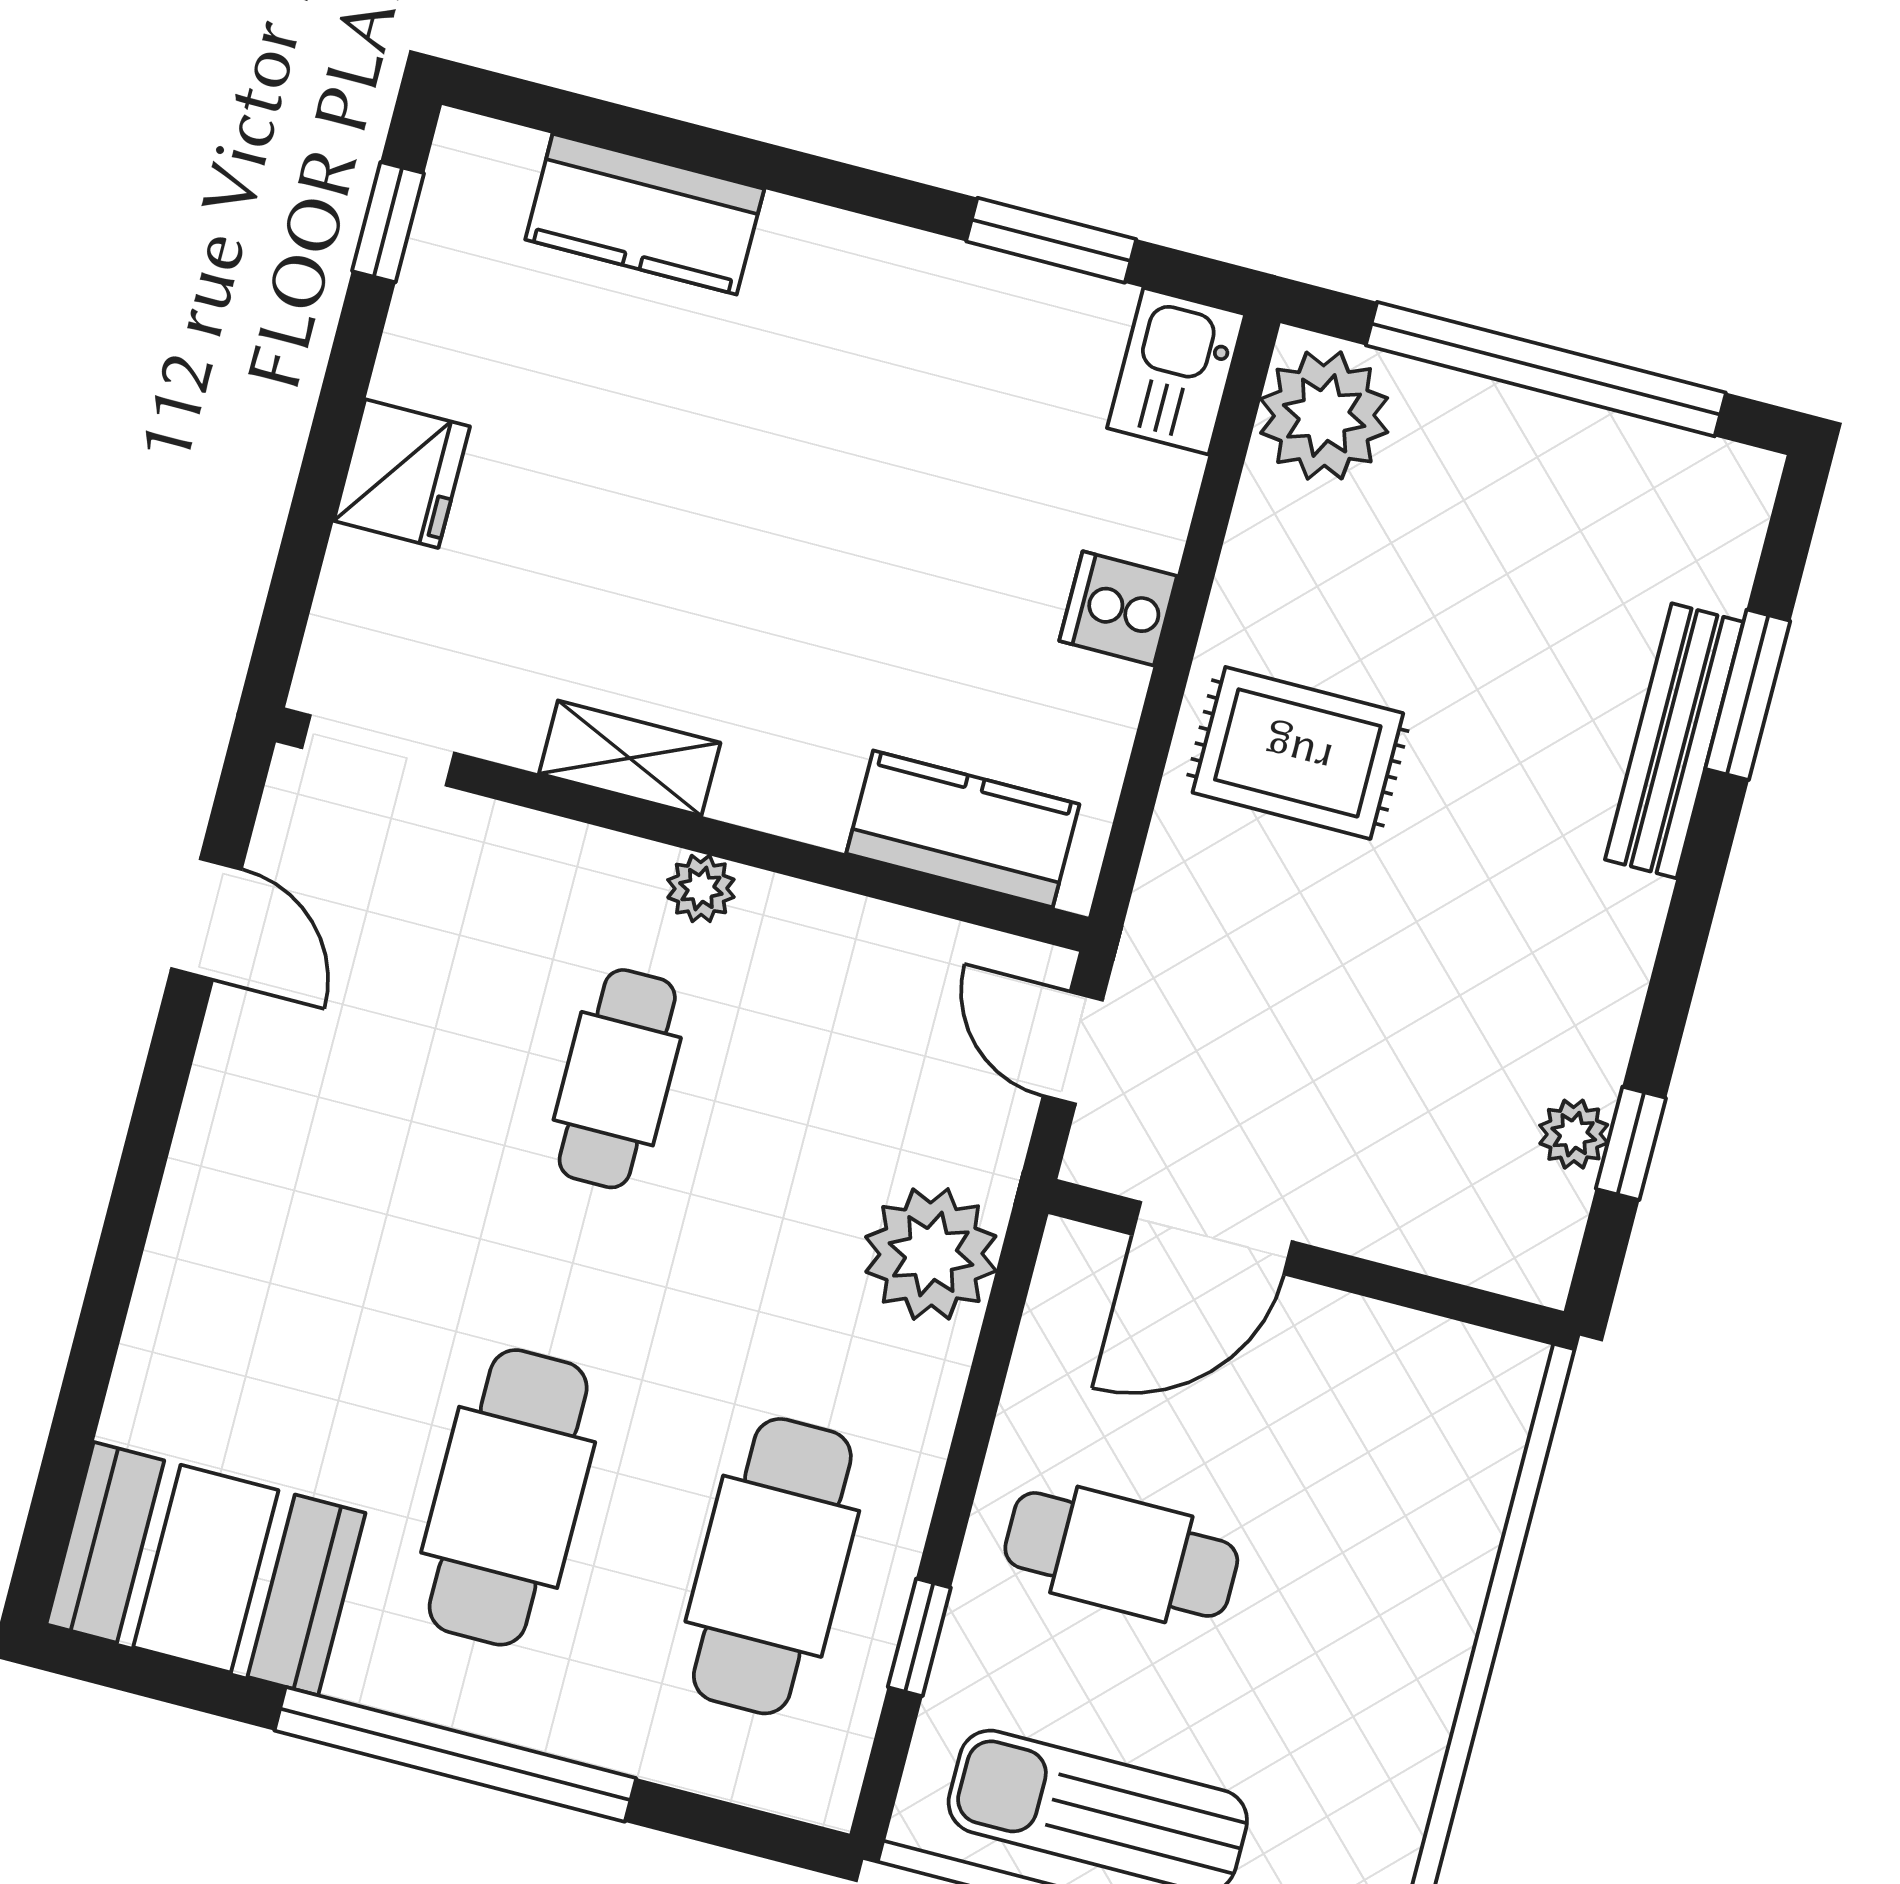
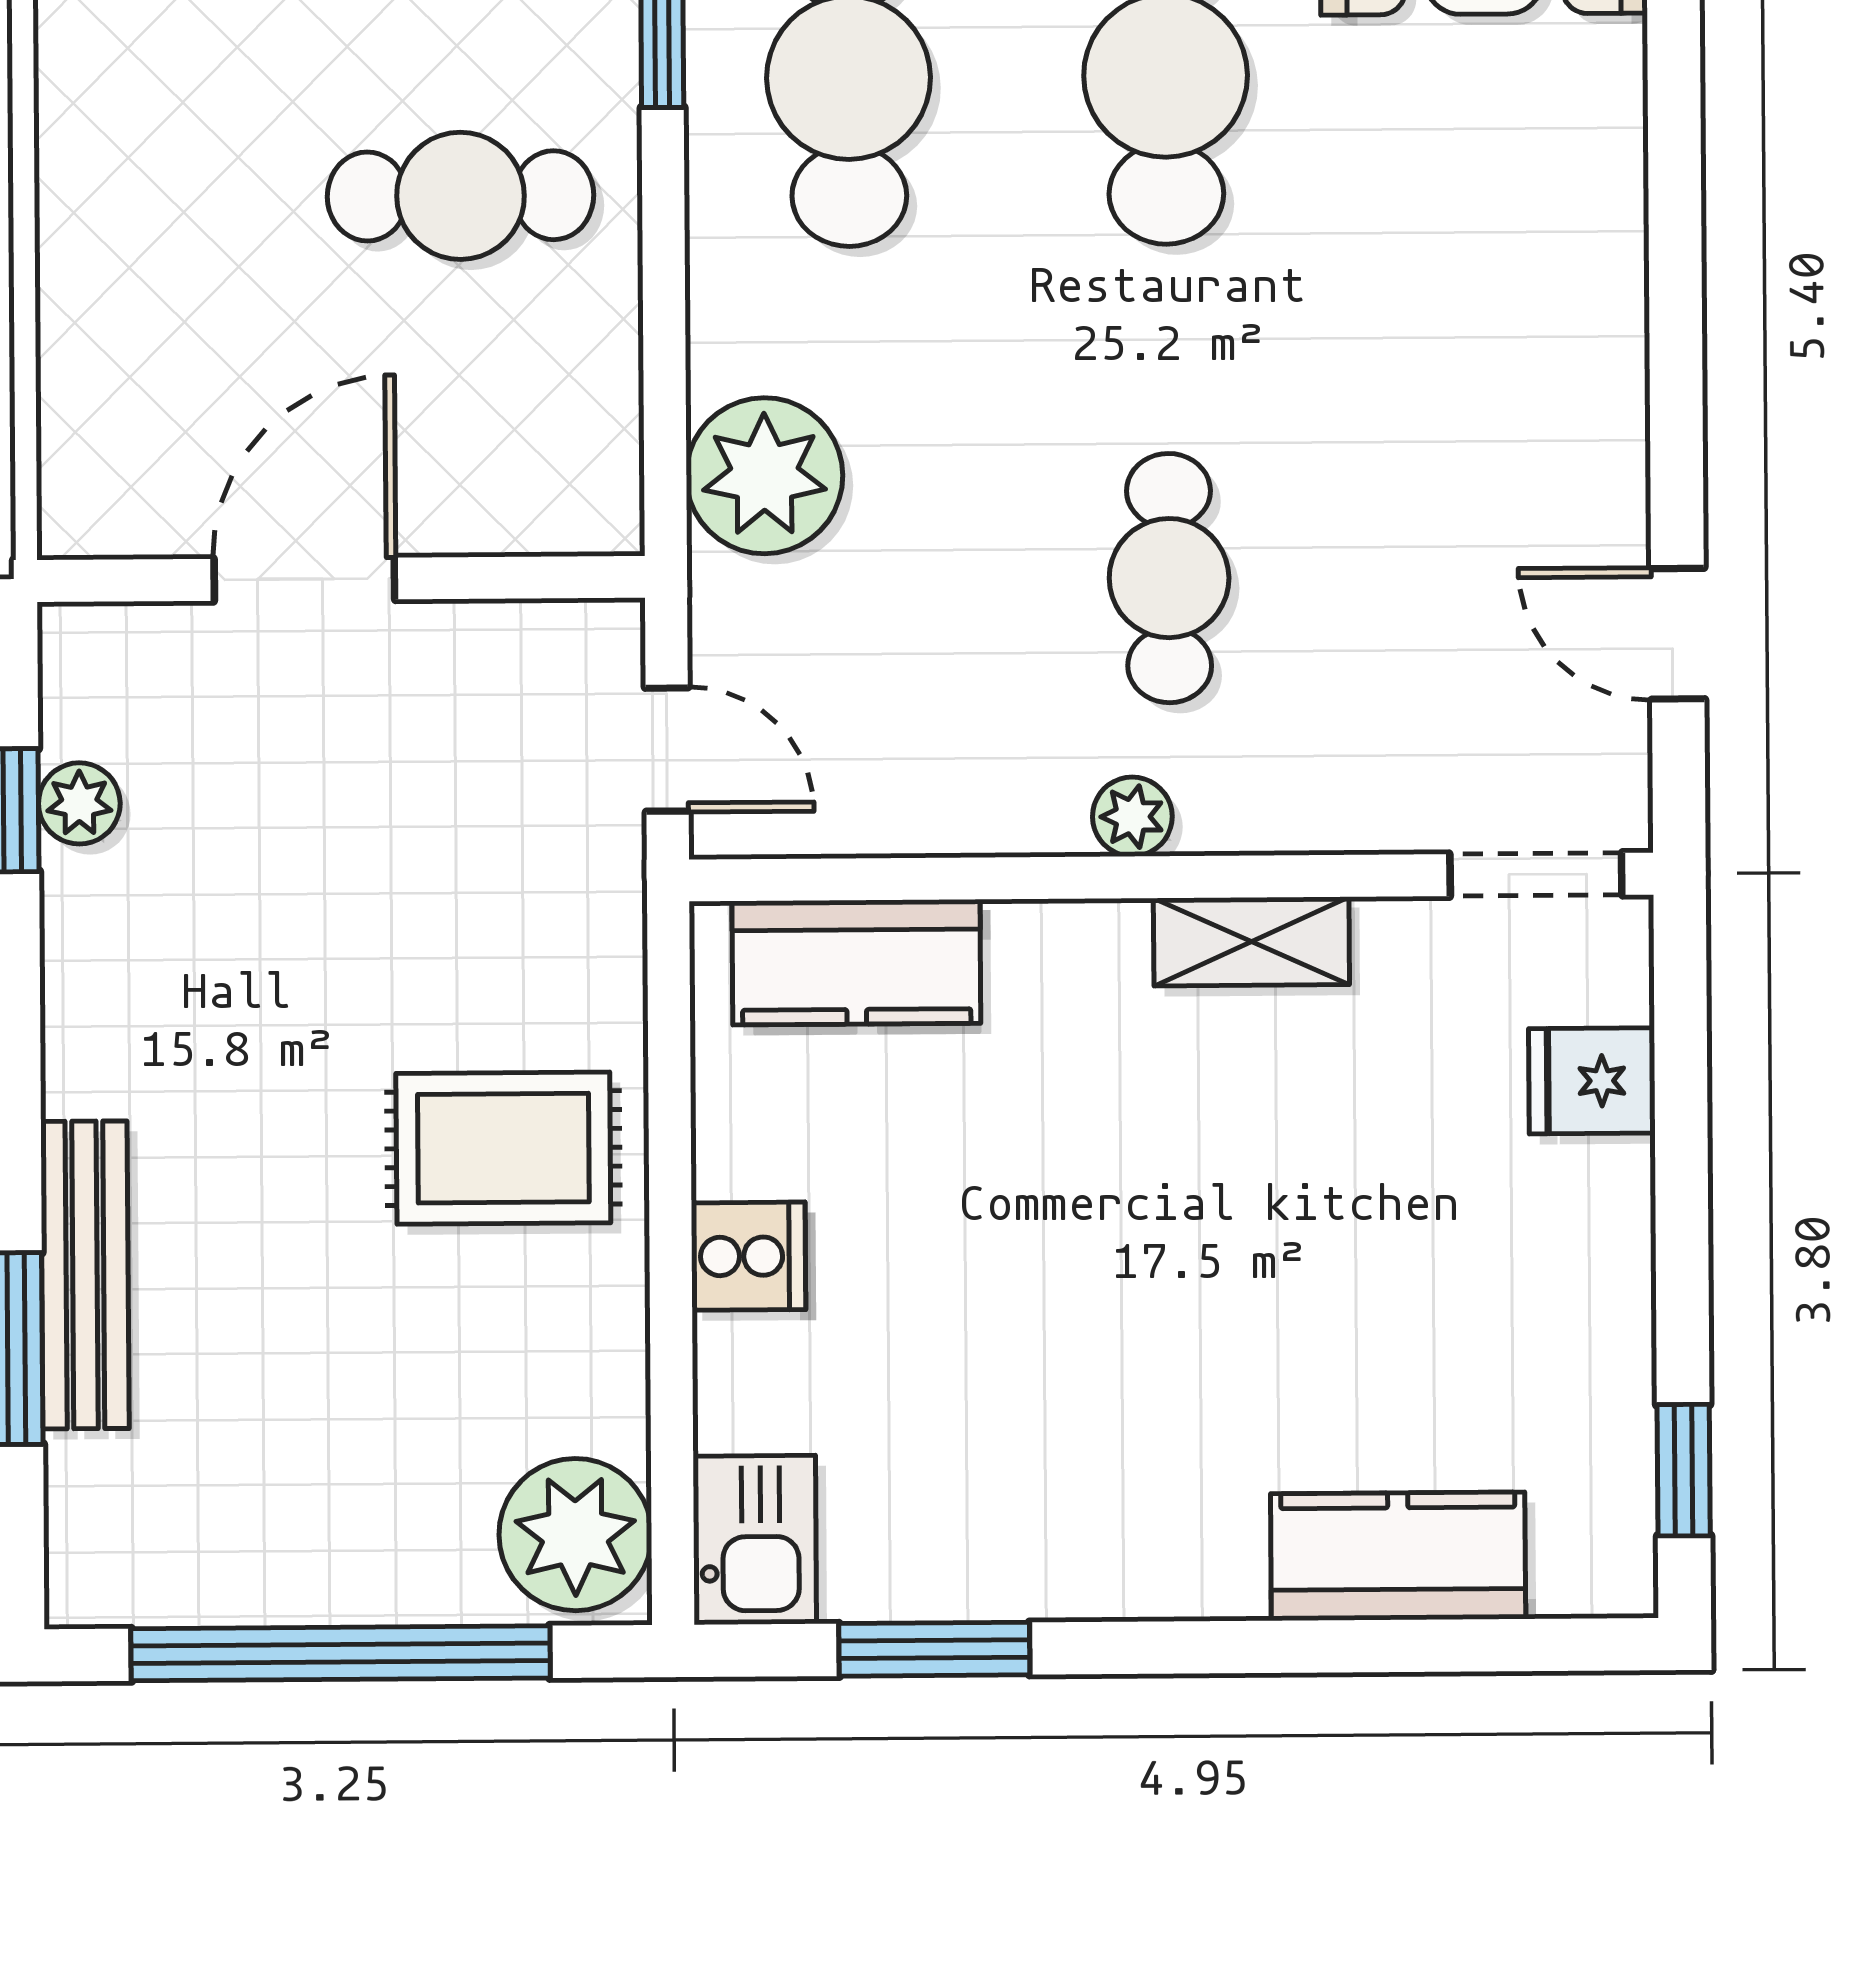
fridge: (402, 474) -> (1592, 1081), moved, width x0.72
door: (1212, 1238) -> (304, 579), moved

